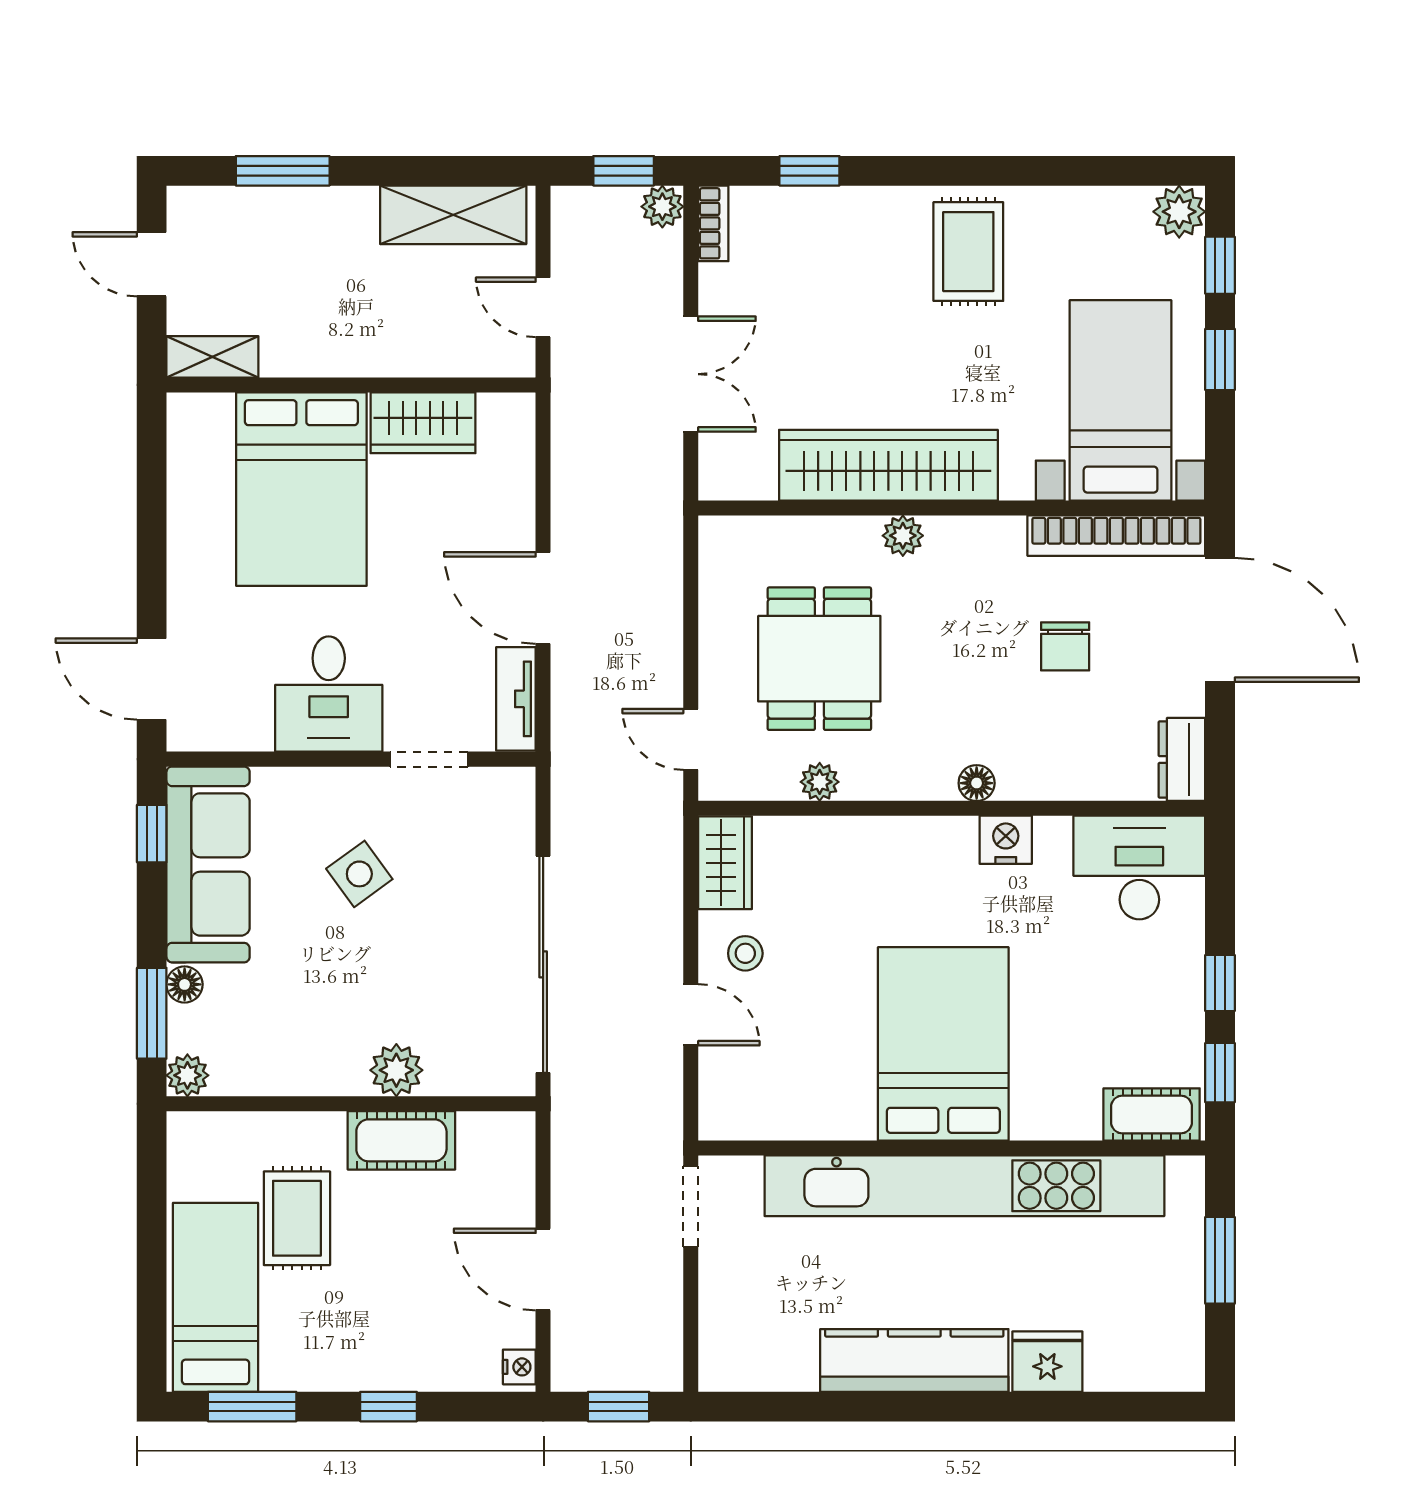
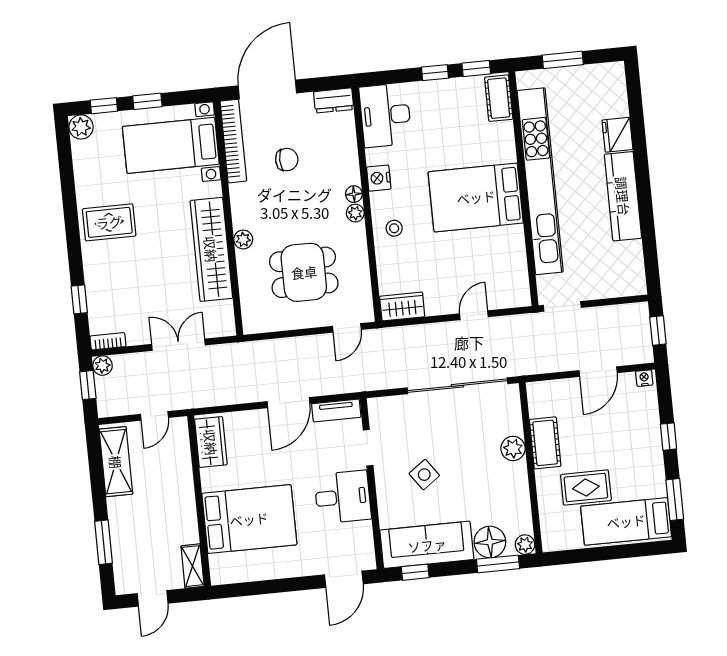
wardrobe: (423, 423) -> (211, 442), moved
plant: (820, 782) -> (355, 213), moved
stool: (745, 953) -> (394, 228), moved
floor lamp: (185, 984) -> (490, 542), width x1.89, depth x1.89

